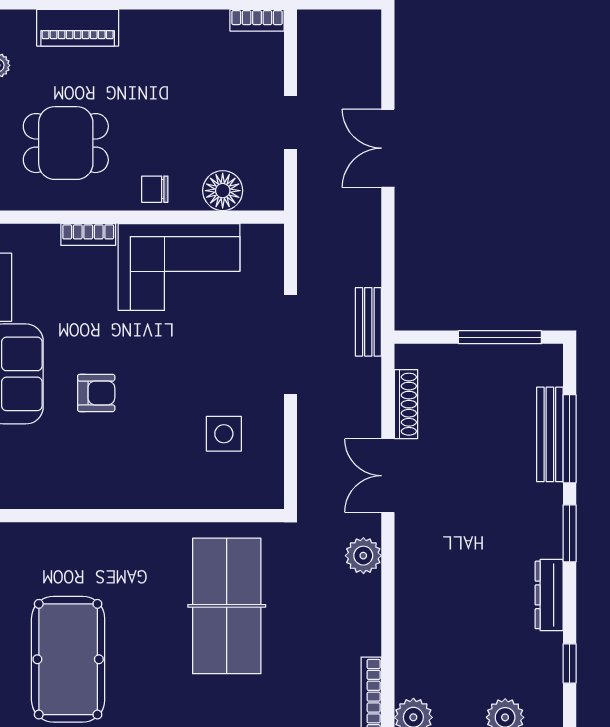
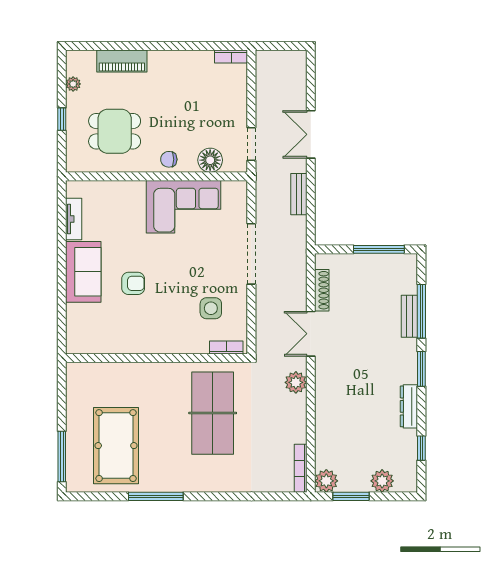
doorway: (290, 122) -> (251, 144), moved
bookcase: (88, 235) -> (226, 347), moved, turned 180
bench: (368, 322) -> (299, 194), moved
bench: (550, 434) -> (409, 316), width x0.73

